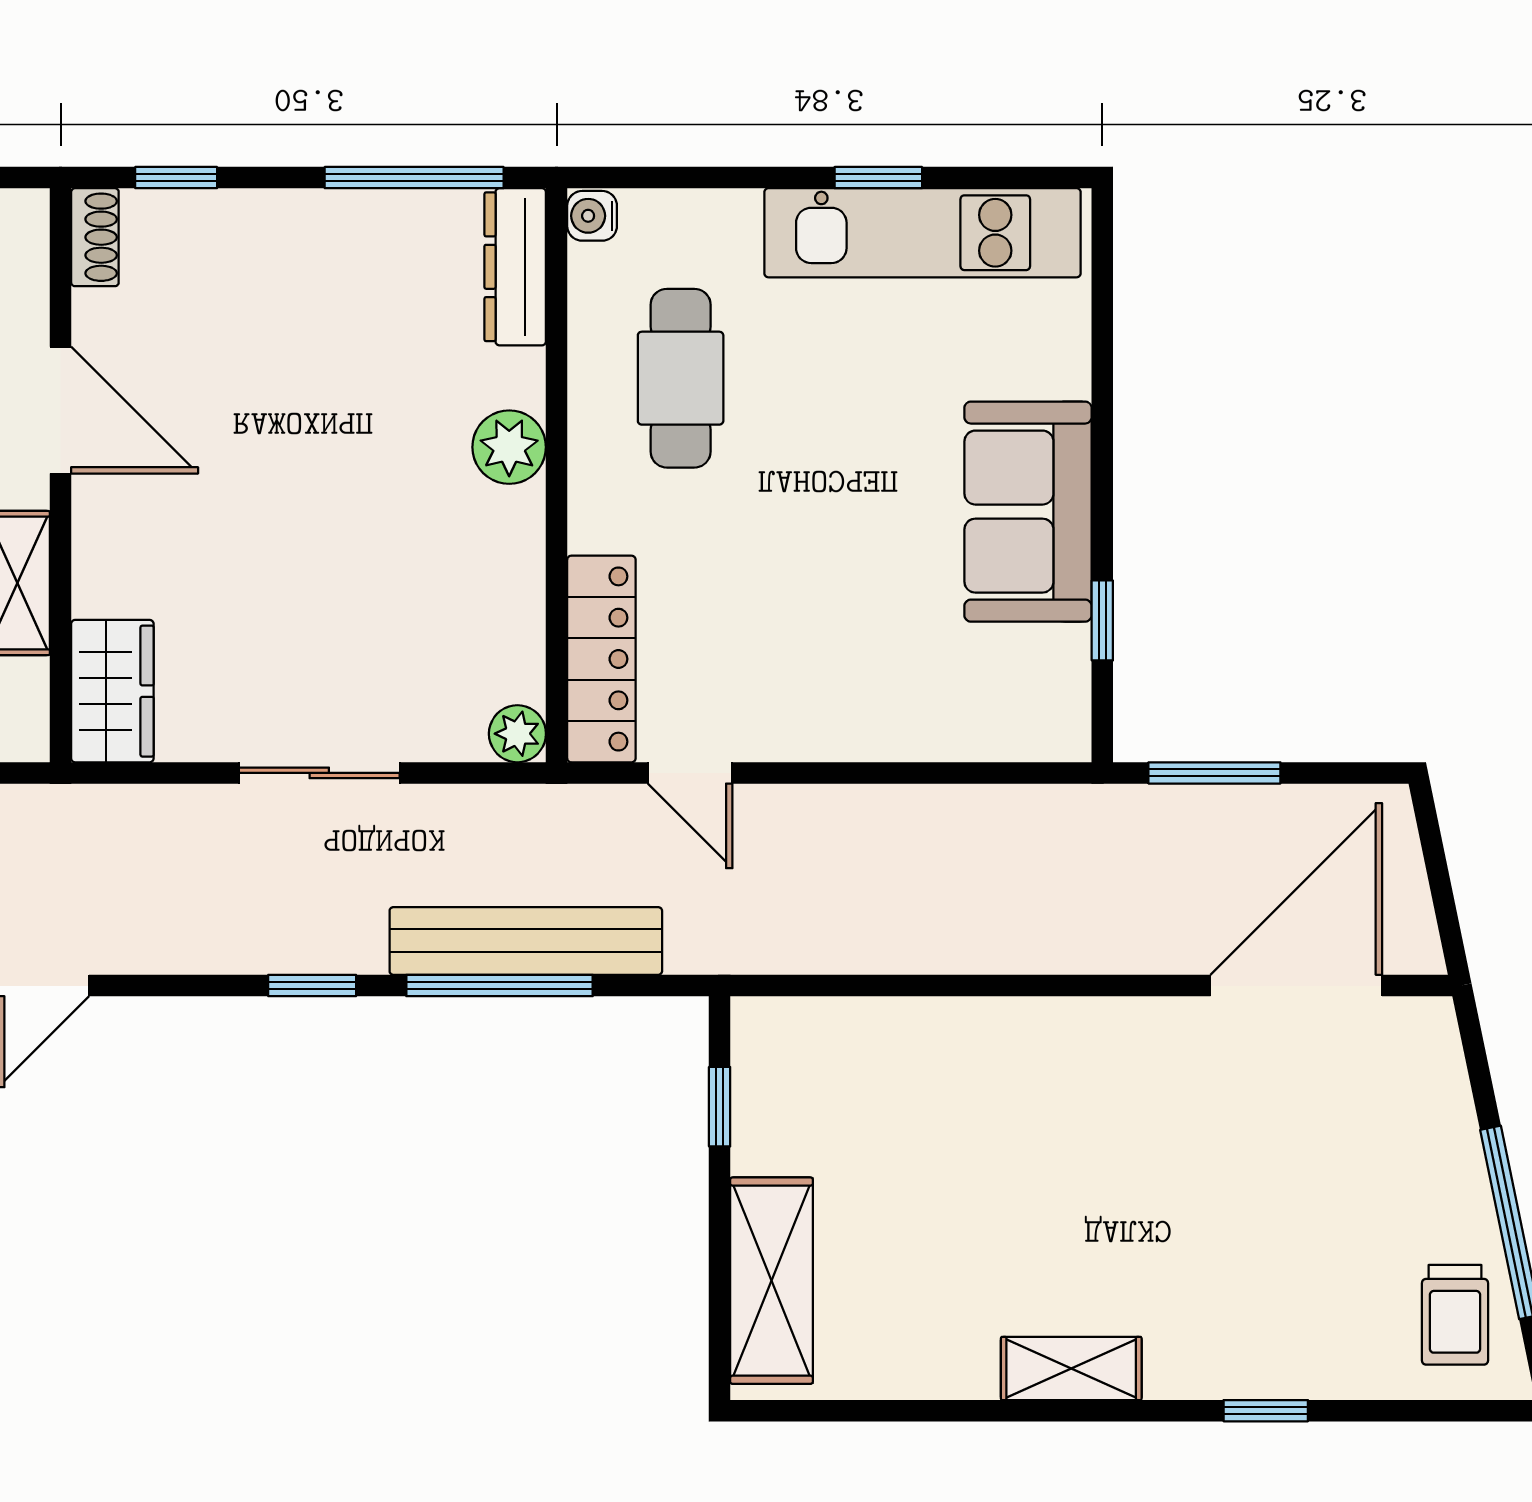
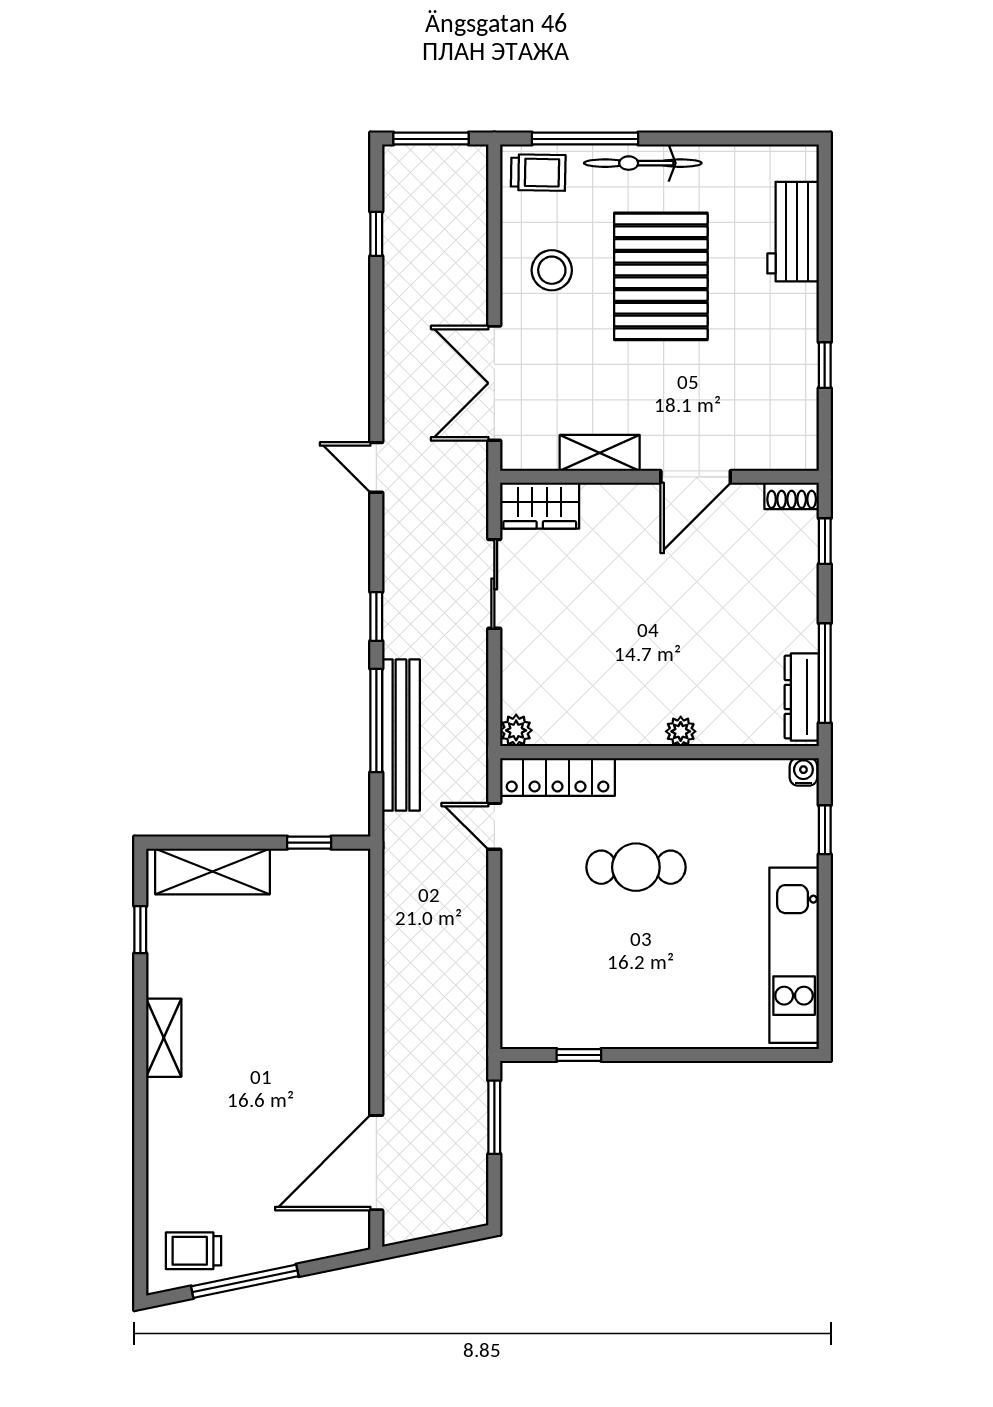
window: (878, 178) -> (825, 830), moved
dresser: (515, 267) -> (802, 697), moved, turned -90
cafe table: (681, 378) -> (636, 867), moved
plant: (509, 447) -> (681, 731), width x0.73, depth x0.73
sofa: (1028, 512) -> (639, 1014), removed
sliding door: (319, 773) -> (494, 584), moved
door: (690, 773) -> (494, 826), hinge flipped
door: (1296, 986) -> (376, 1163), swing flipped
window: (1266, 1411) -> (140, 930), moved

